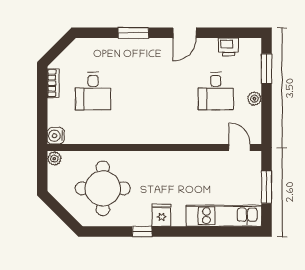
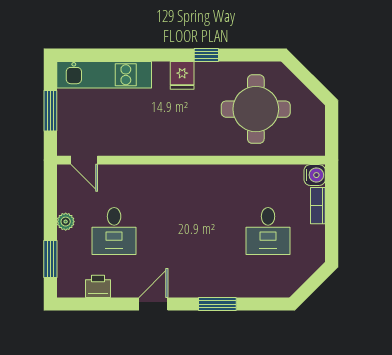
bookcase: (53, 83) -> (318, 206), moved
desk: (93, 91) -> (268, 231), turned 180
desk: (216, 91) -> (114, 231), turned 180
plant: (54, 159) -> (317, 146), removed

